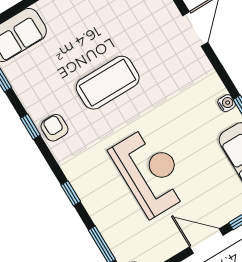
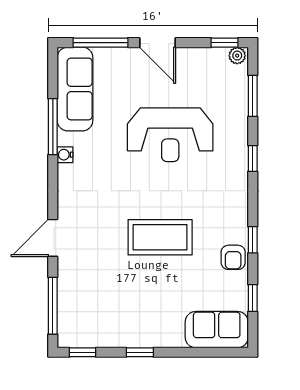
armchair: (55, 128) -> (233, 257), moved
reception desk: (150, 172) -> (170, 135), turned -90

